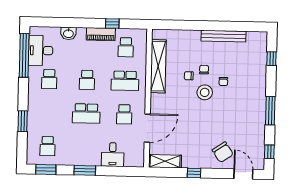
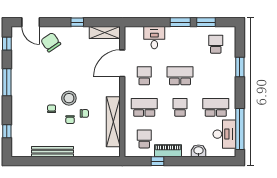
school desk: (49, 79) -> (216, 107), width x1.85
window: (46, 170) -> (206, 22), moved

